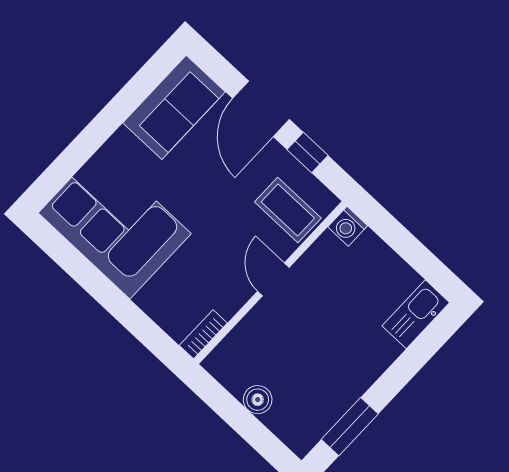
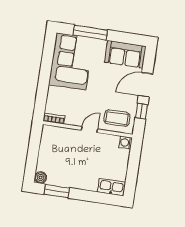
window: (84, 147) -> (90, 32), added
coffee table: (288, 210) -> (117, 118), turned 90
boiler: (258, 400) -> (40, 177), moved

